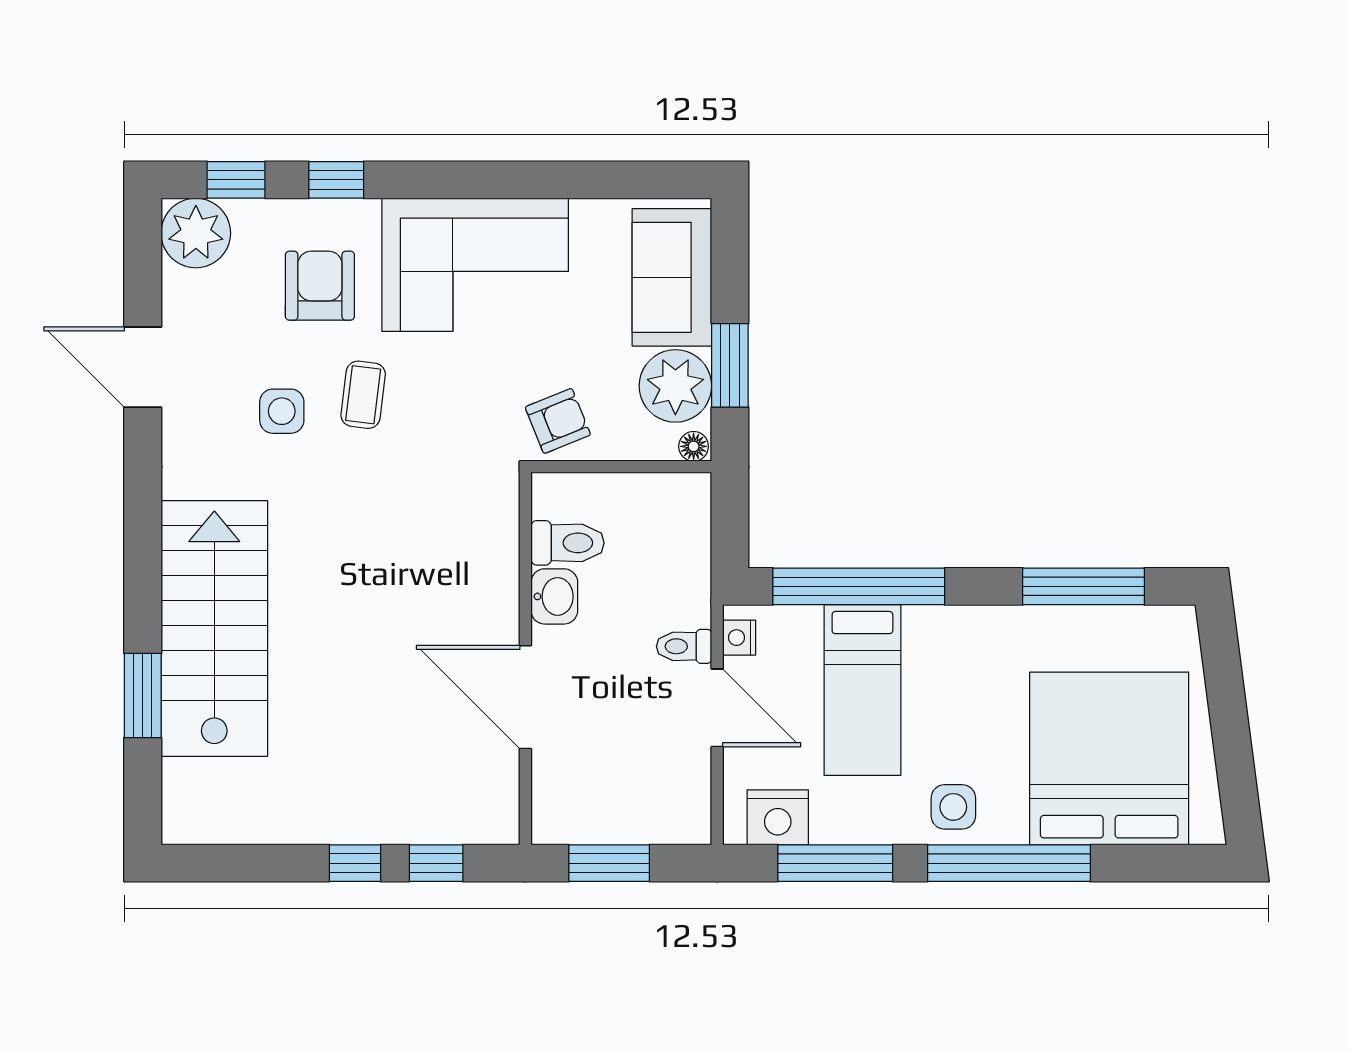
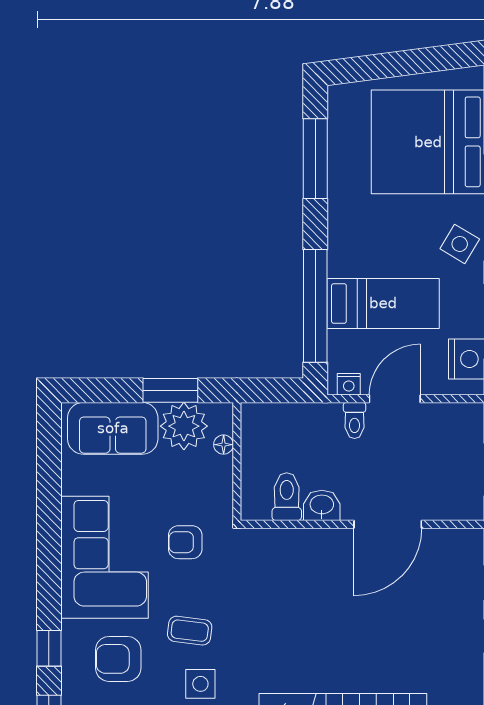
armchair: (558, 421) -> (185, 542), moved, turned -68
floor lamp: (694, 446) -> (224, 445), moved
side table: (953, 807) -> (460, 244), turned 31

